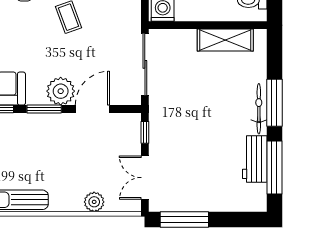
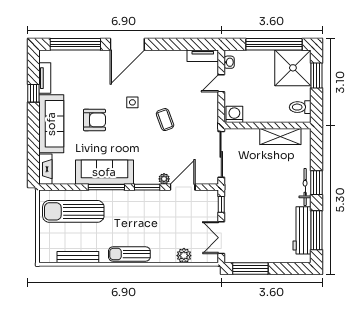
plant: (61, 91) -> (164, 179), width x0.53, depth x0.53
window: (274, 103) -> (317, 183), width x0.69
workbench: (255, 159) -> (302, 230), width x1.38

